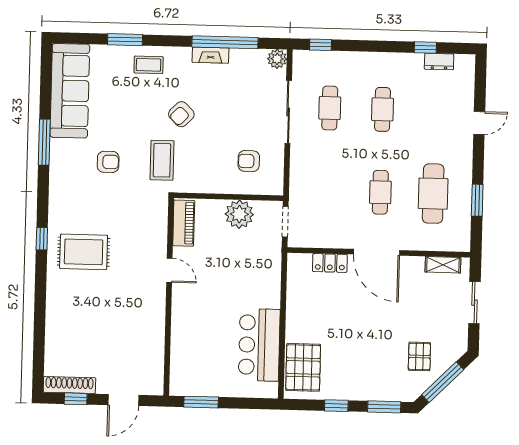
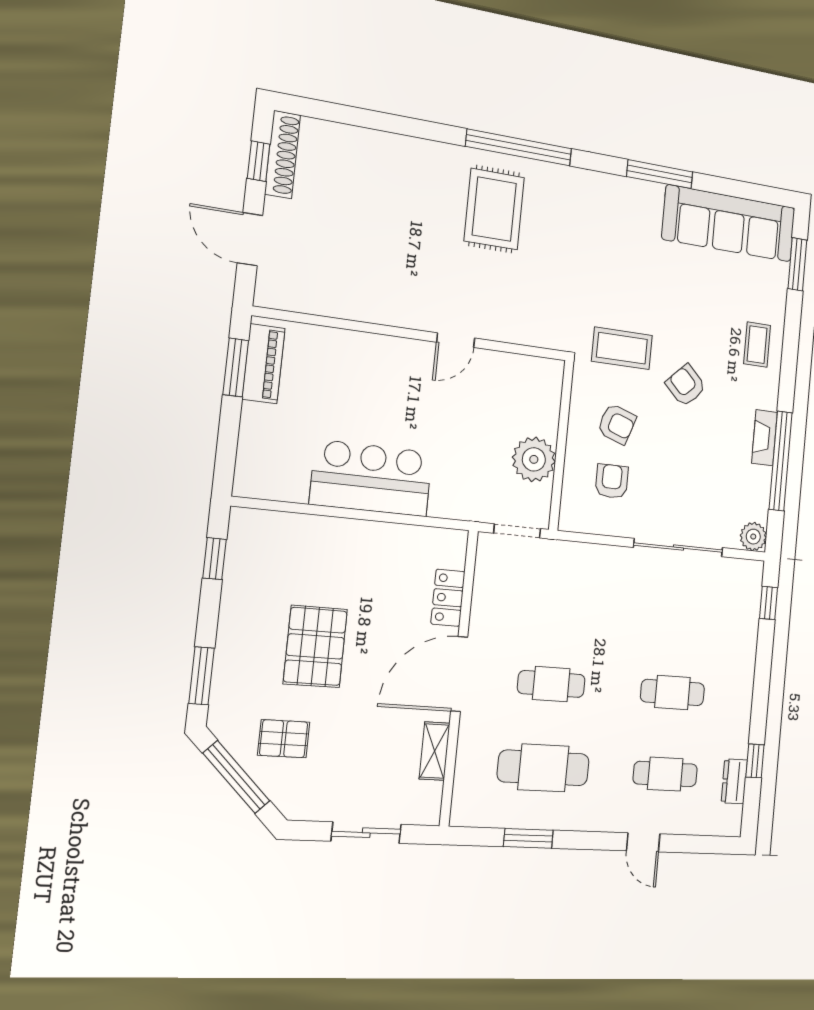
window: (125, 40) -> (797, 264), moved
cafe table: (330, 108) -> (665, 774), moved
armchair: (108, 162) -> (617, 424), moved, turned -71
piano: (184, 223) -> (263, 364), moved, turned -90
window: (42, 239) -> (519, 147), width x3.17
shelving: (443, 265) -> (435, 751), moved
bar counter: (259, 345) -> (371, 478), moved
pallet: (303, 367) -> (315, 646), moved, turned 90
window: (336, 406) -> (214, 559), moved

